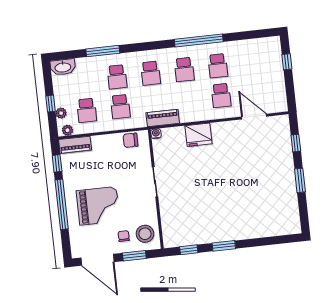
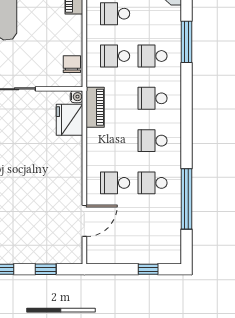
window: (199, 40) -> (187, 199), moved
fridge: (199, 135) -> (69, 120), moved

